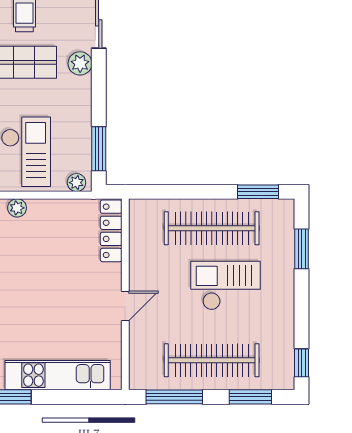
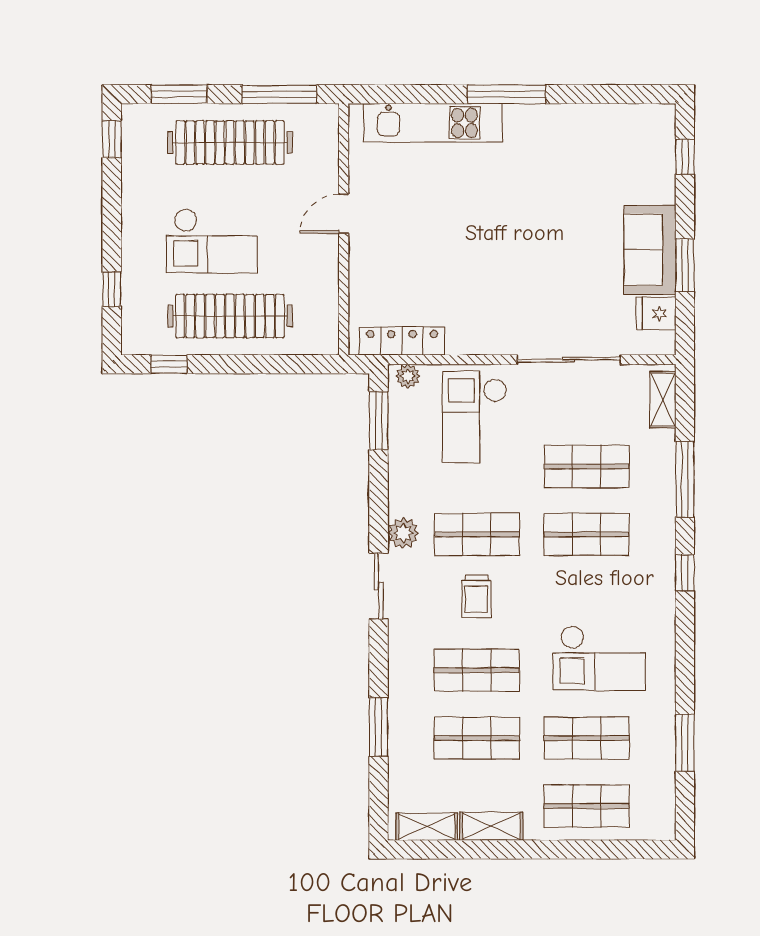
window: (258, 192) -> (169, 364), width x0.67
plant: (17, 208) -> (486, 343), removed
locker: (111, 231) -> (402, 341), moved, turned -90
window: (302, 249) -> (112, 289), width x0.67

